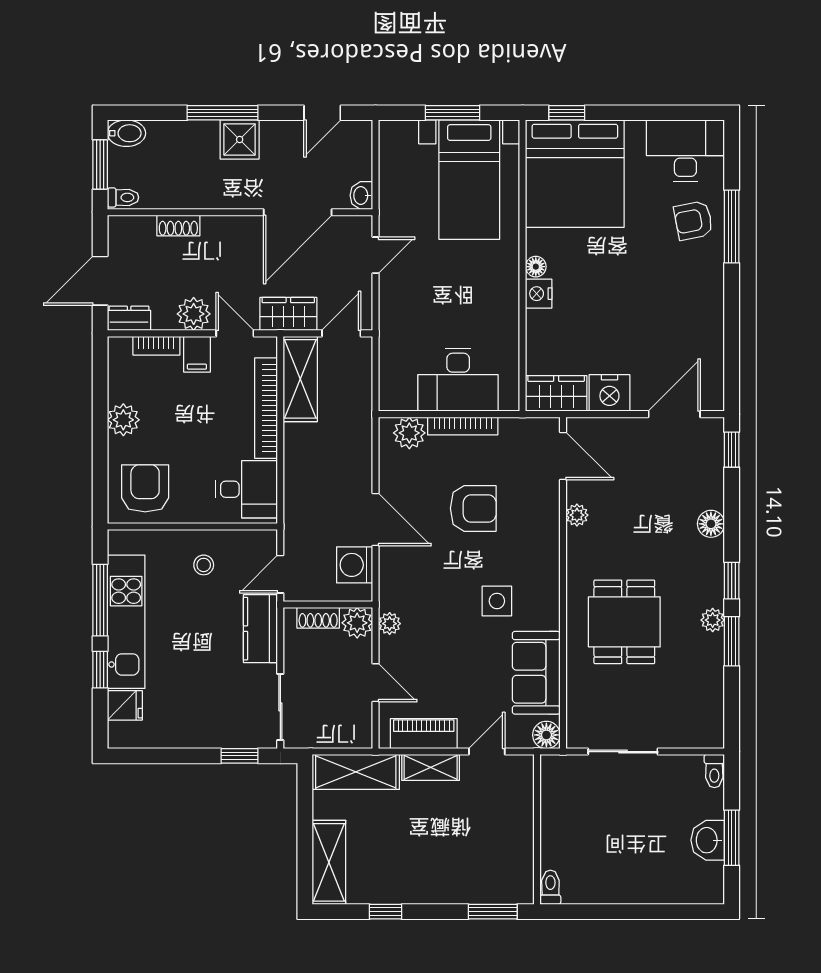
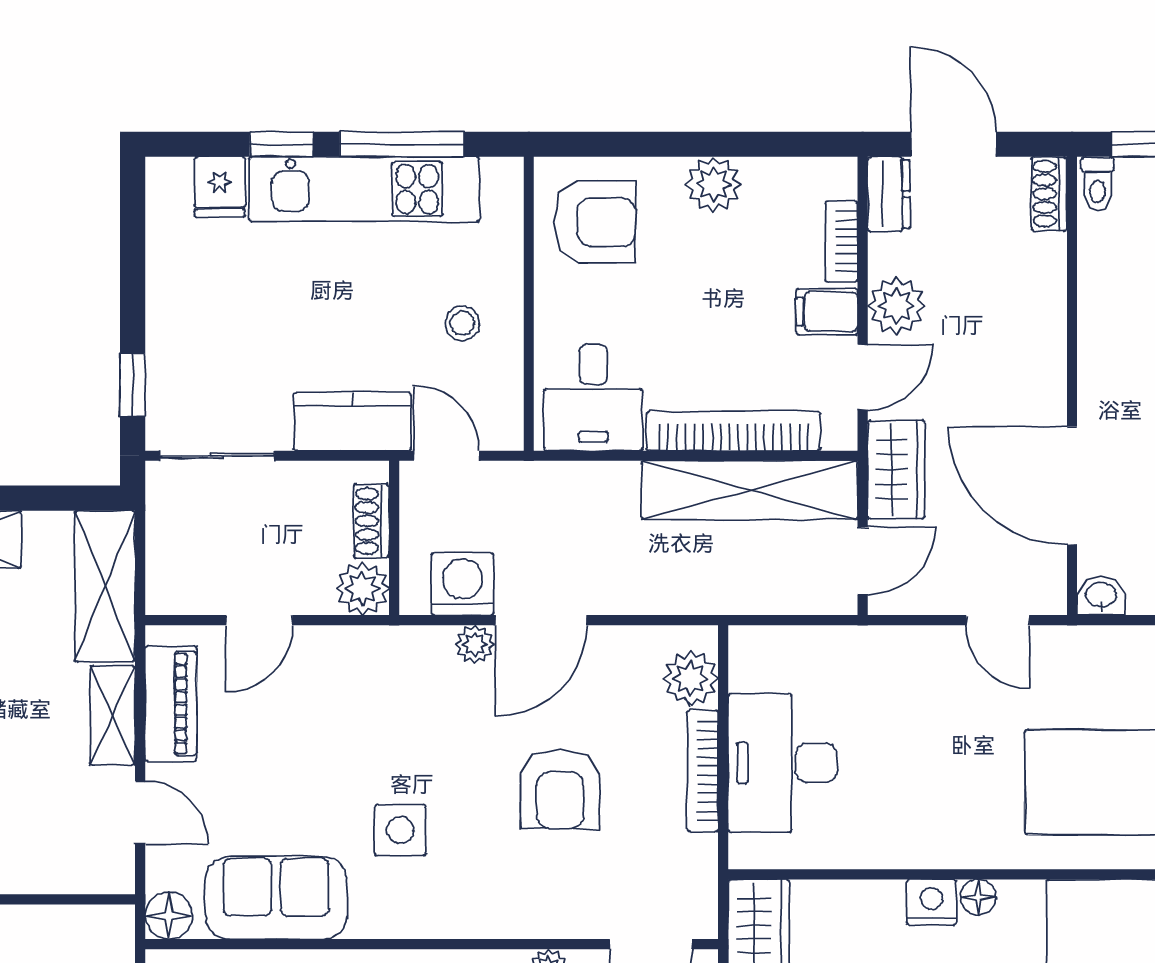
shoe rack: (178, 226) -> (1049, 194), moved
door: (341, 333) -> (863, 561), hinge flipped
shelving: (300, 379) -> (750, 490), width x1.47
plant: (390, 624) -> (475, 644), moved

